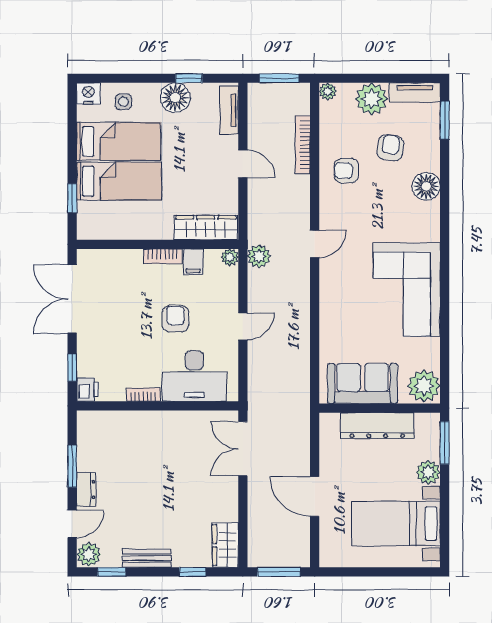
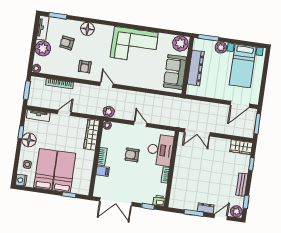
armchair: (346, 171) -> (85, 67), moved
filing cabinet: (193, 262) -> (103, 171), moved
door: (315, 496) -> (240, 104), moved
door: (72, 524) -> (221, 217), hinge flipped

